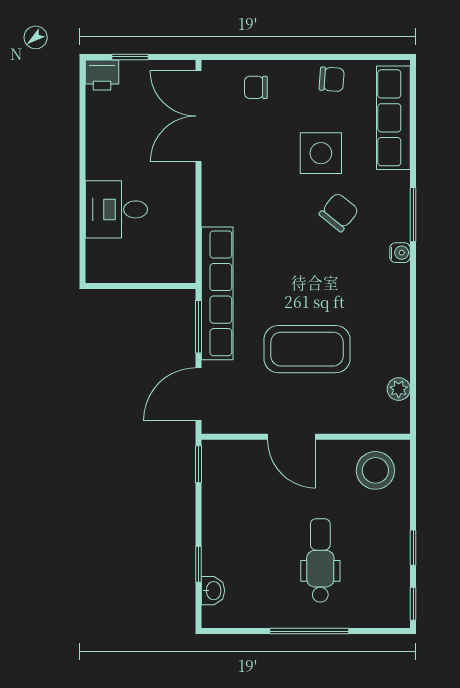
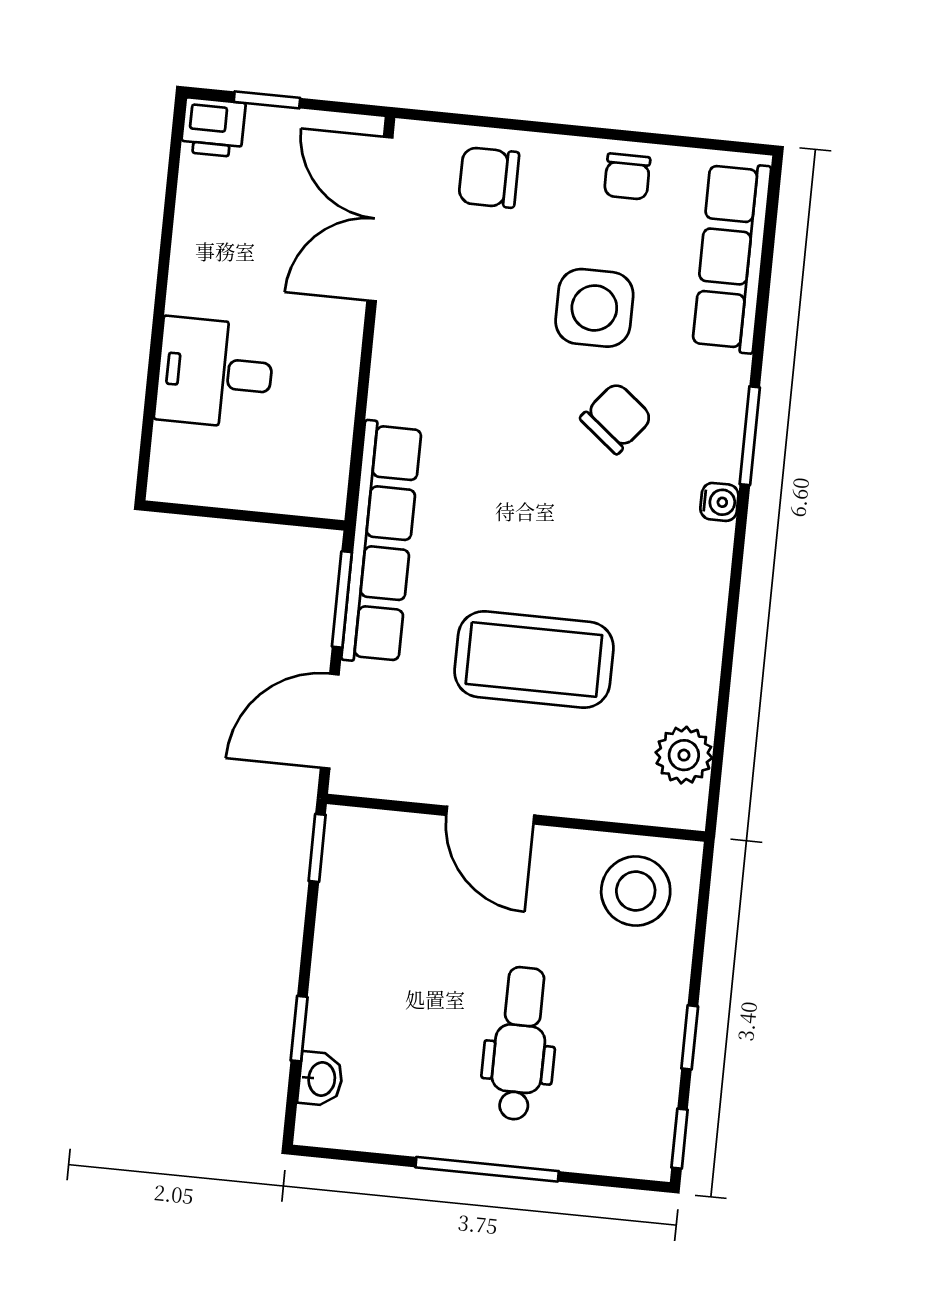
chair: (332, 79) -> (627, 177), turned 86
chair: (256, 87) -> (489, 177), width x1.37, depth x1.37
plant: (399, 389) -> (684, 755), width x1.38, depth x1.38

